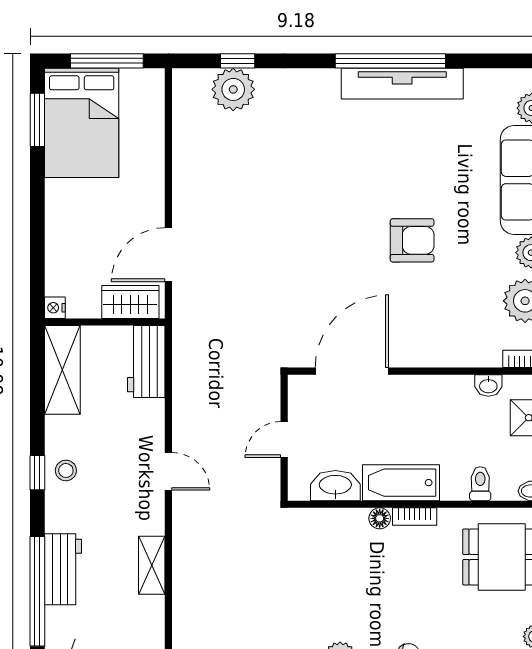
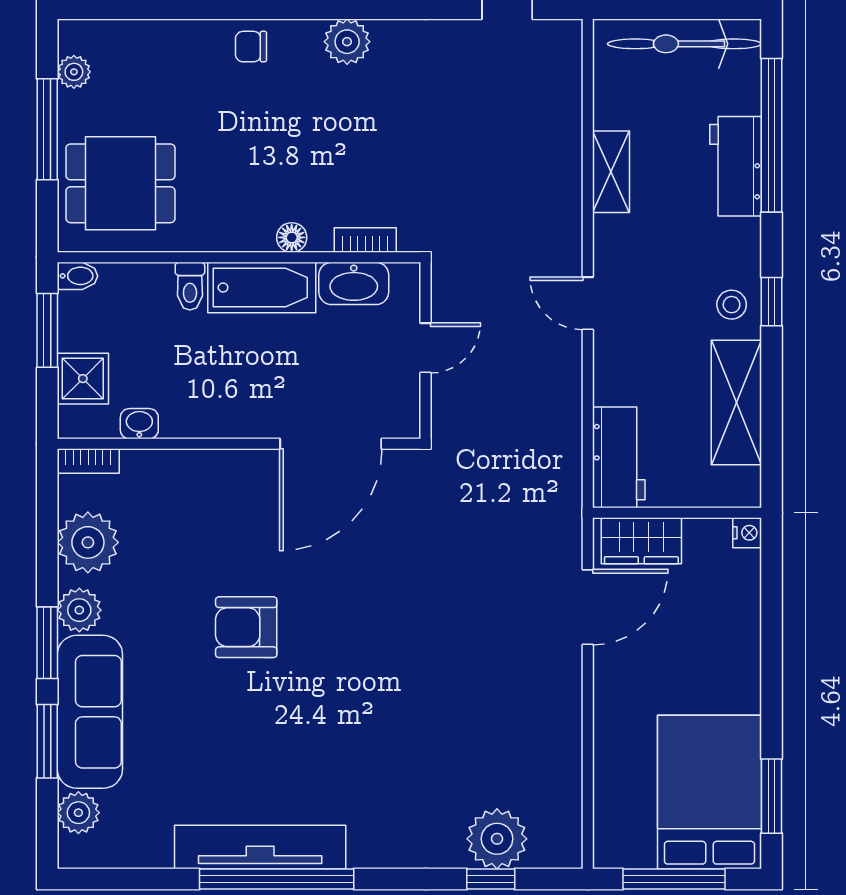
shelving: (62, 370) -> (736, 403), moved
toilet: (480, 484) -> (190, 286), moved
bookcase: (415, 517) -> (365, 240), moved

